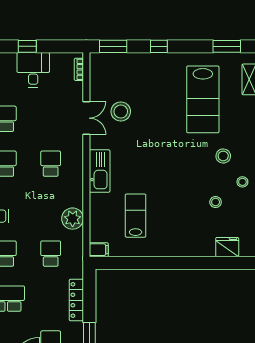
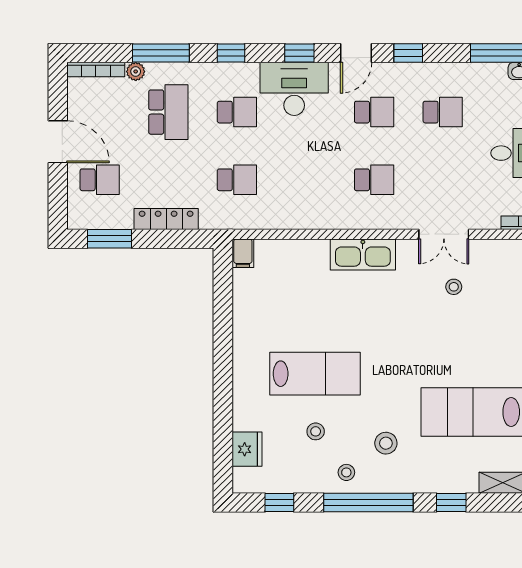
stool: (121, 111) -> (454, 287), width x0.53, depth x0.53
lab bench: (136, 216) -> (315, 374), moved, width x1.36, depth x1.39
plant: (73, 219) -> (290, 213), removed

